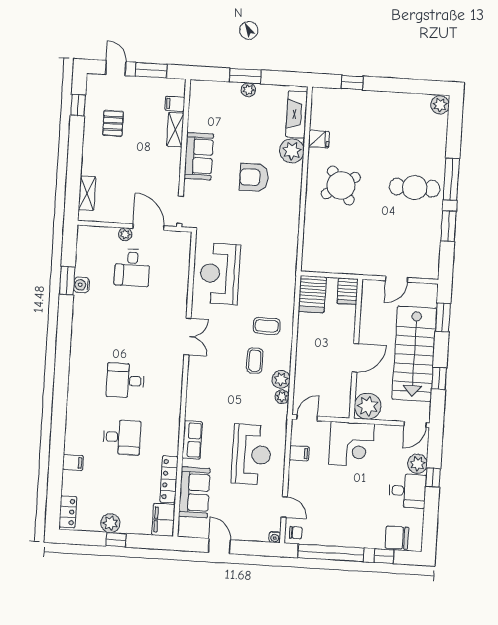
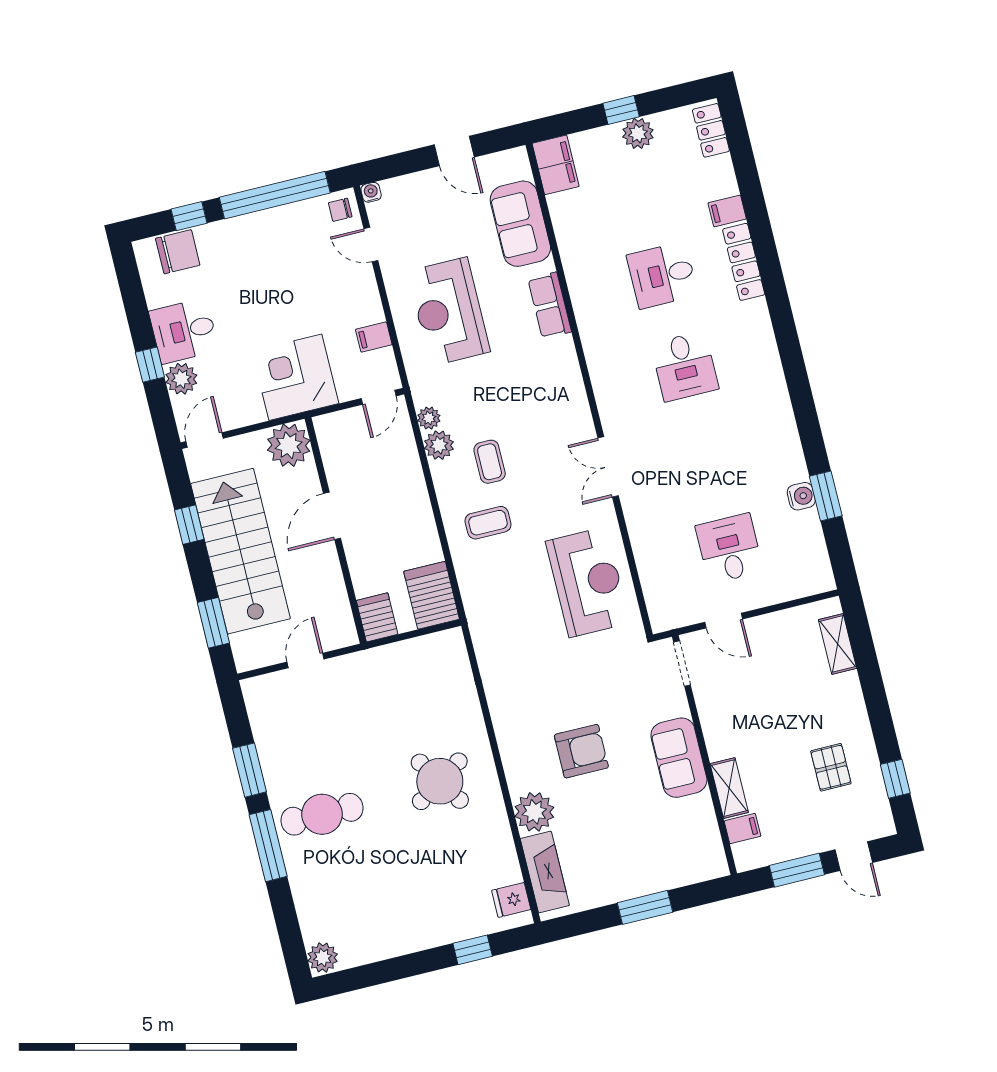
plant: (248, 90) -> (633, 887), removed
fridge: (319, 139) -> (511, 900), moved
door: (148, 227) -> (724, 621), width x0.73
plant: (125, 234) -> (757, 598), removed
desk: (125, 381) -> (685, 366), turned 90
locker: (169, 479) -> (744, 262), moved, turned 180

